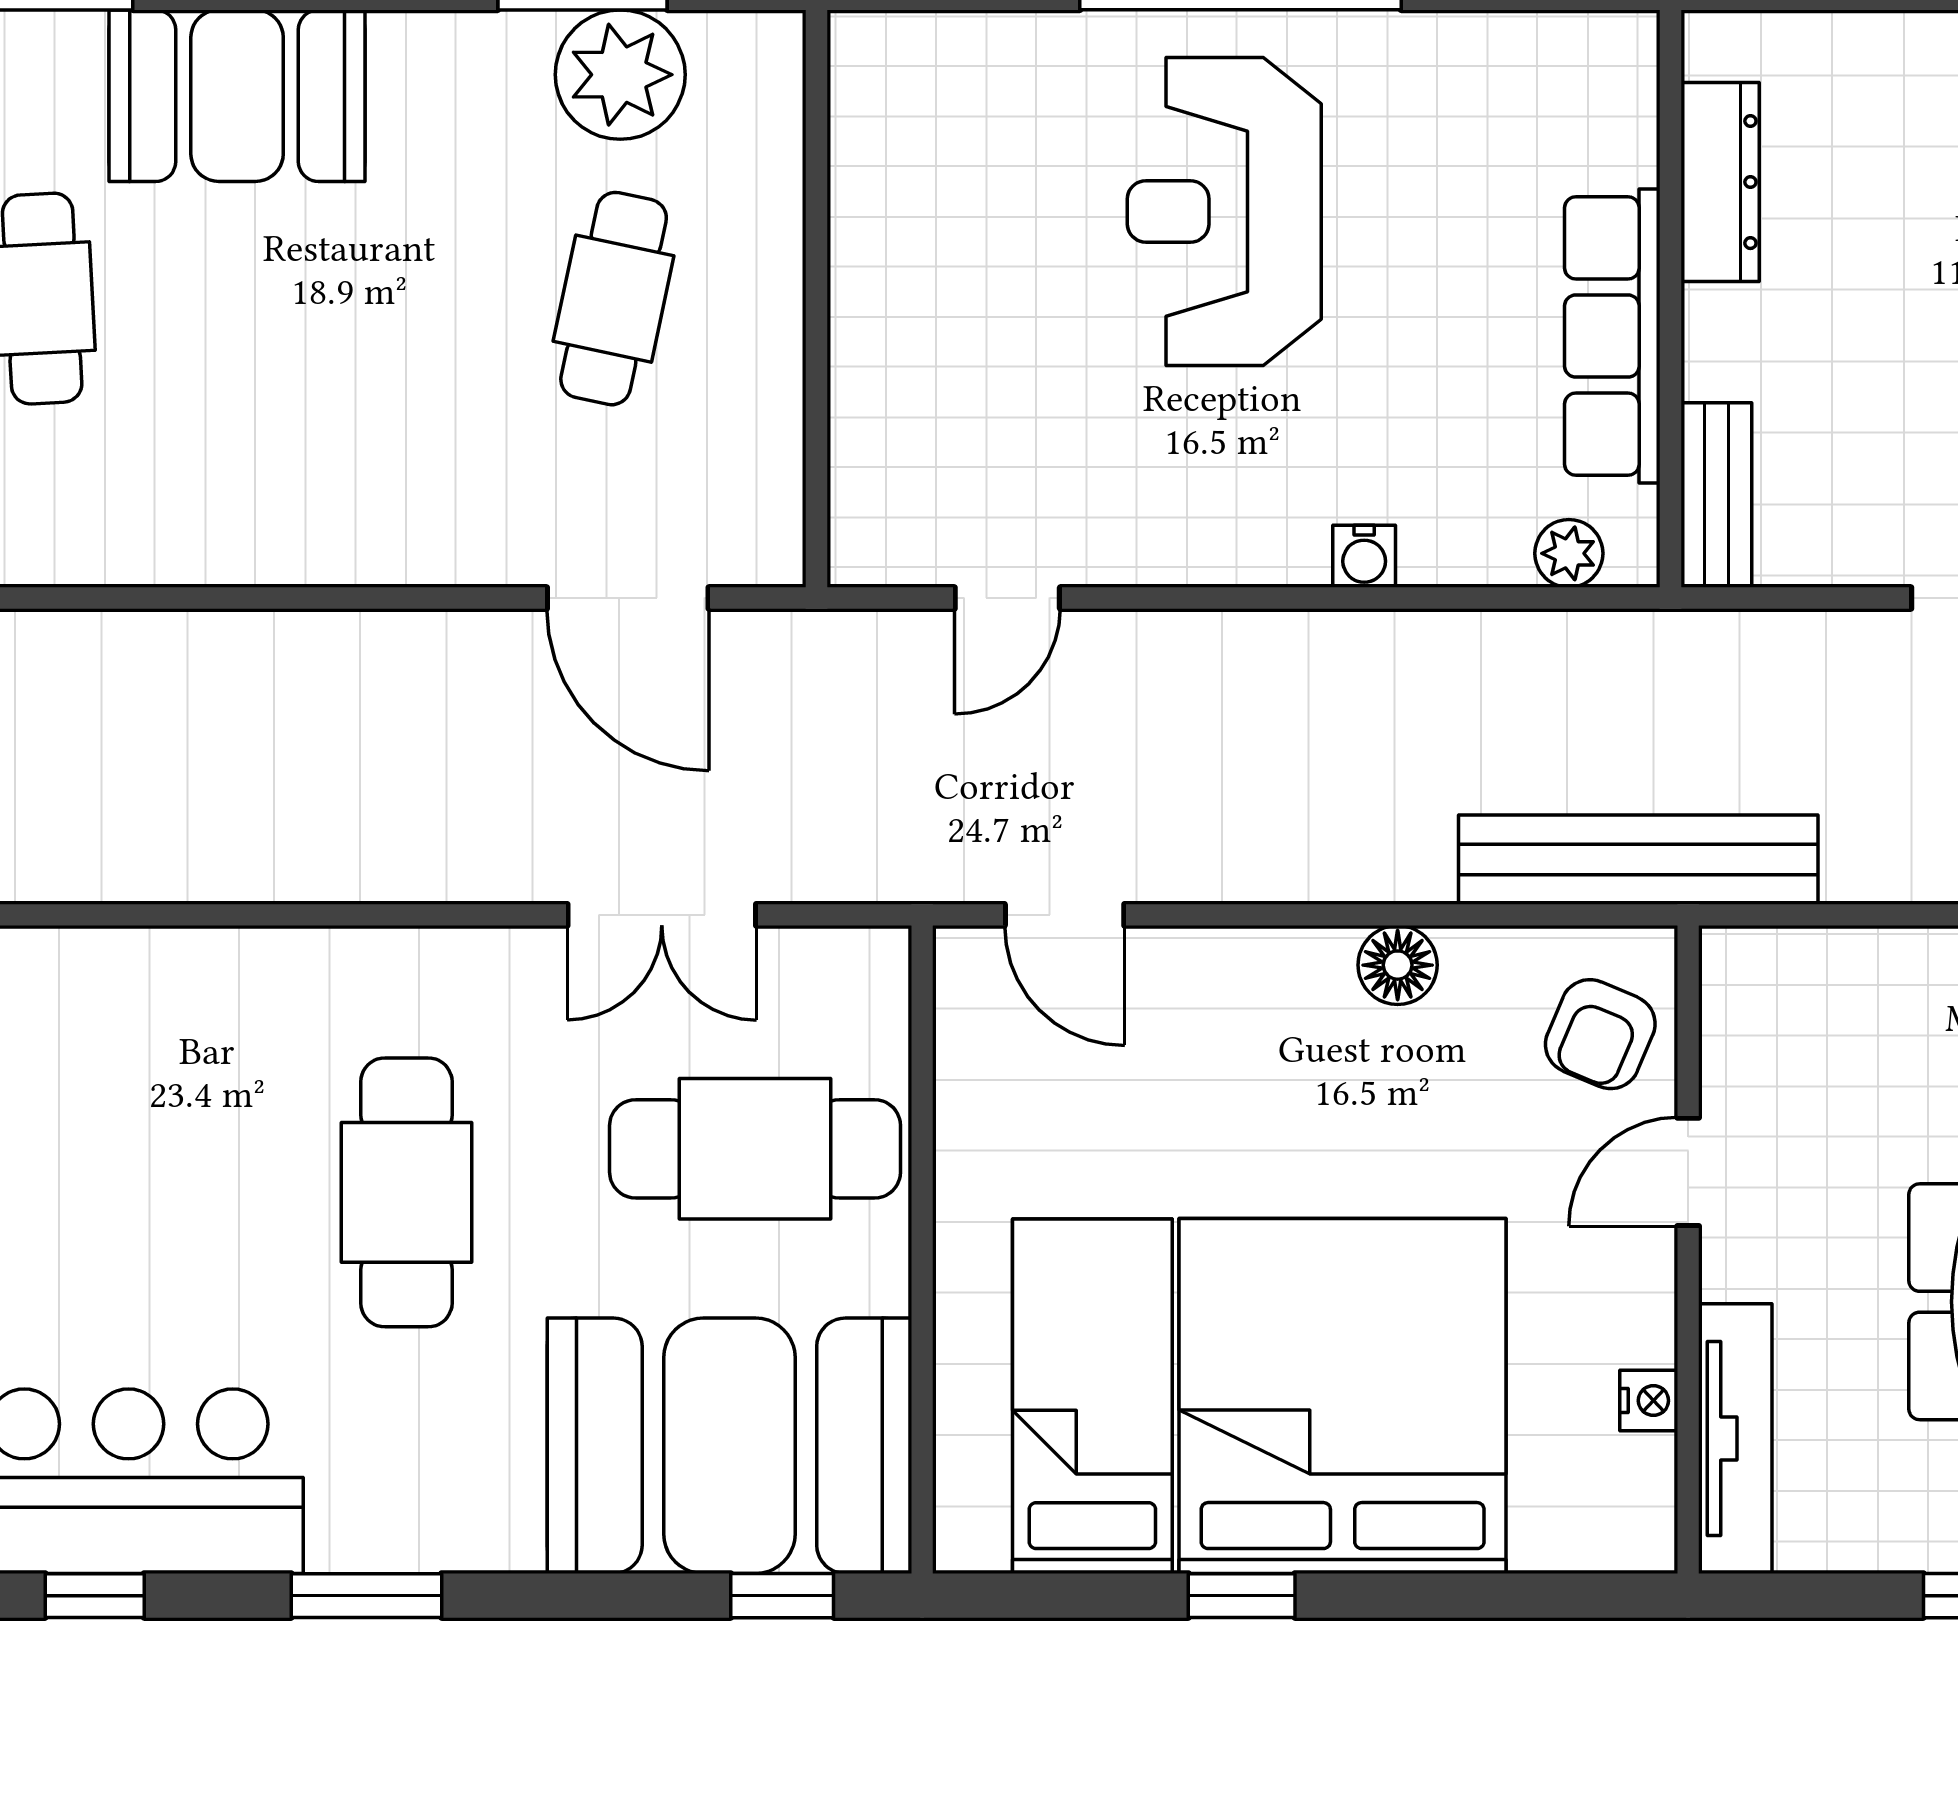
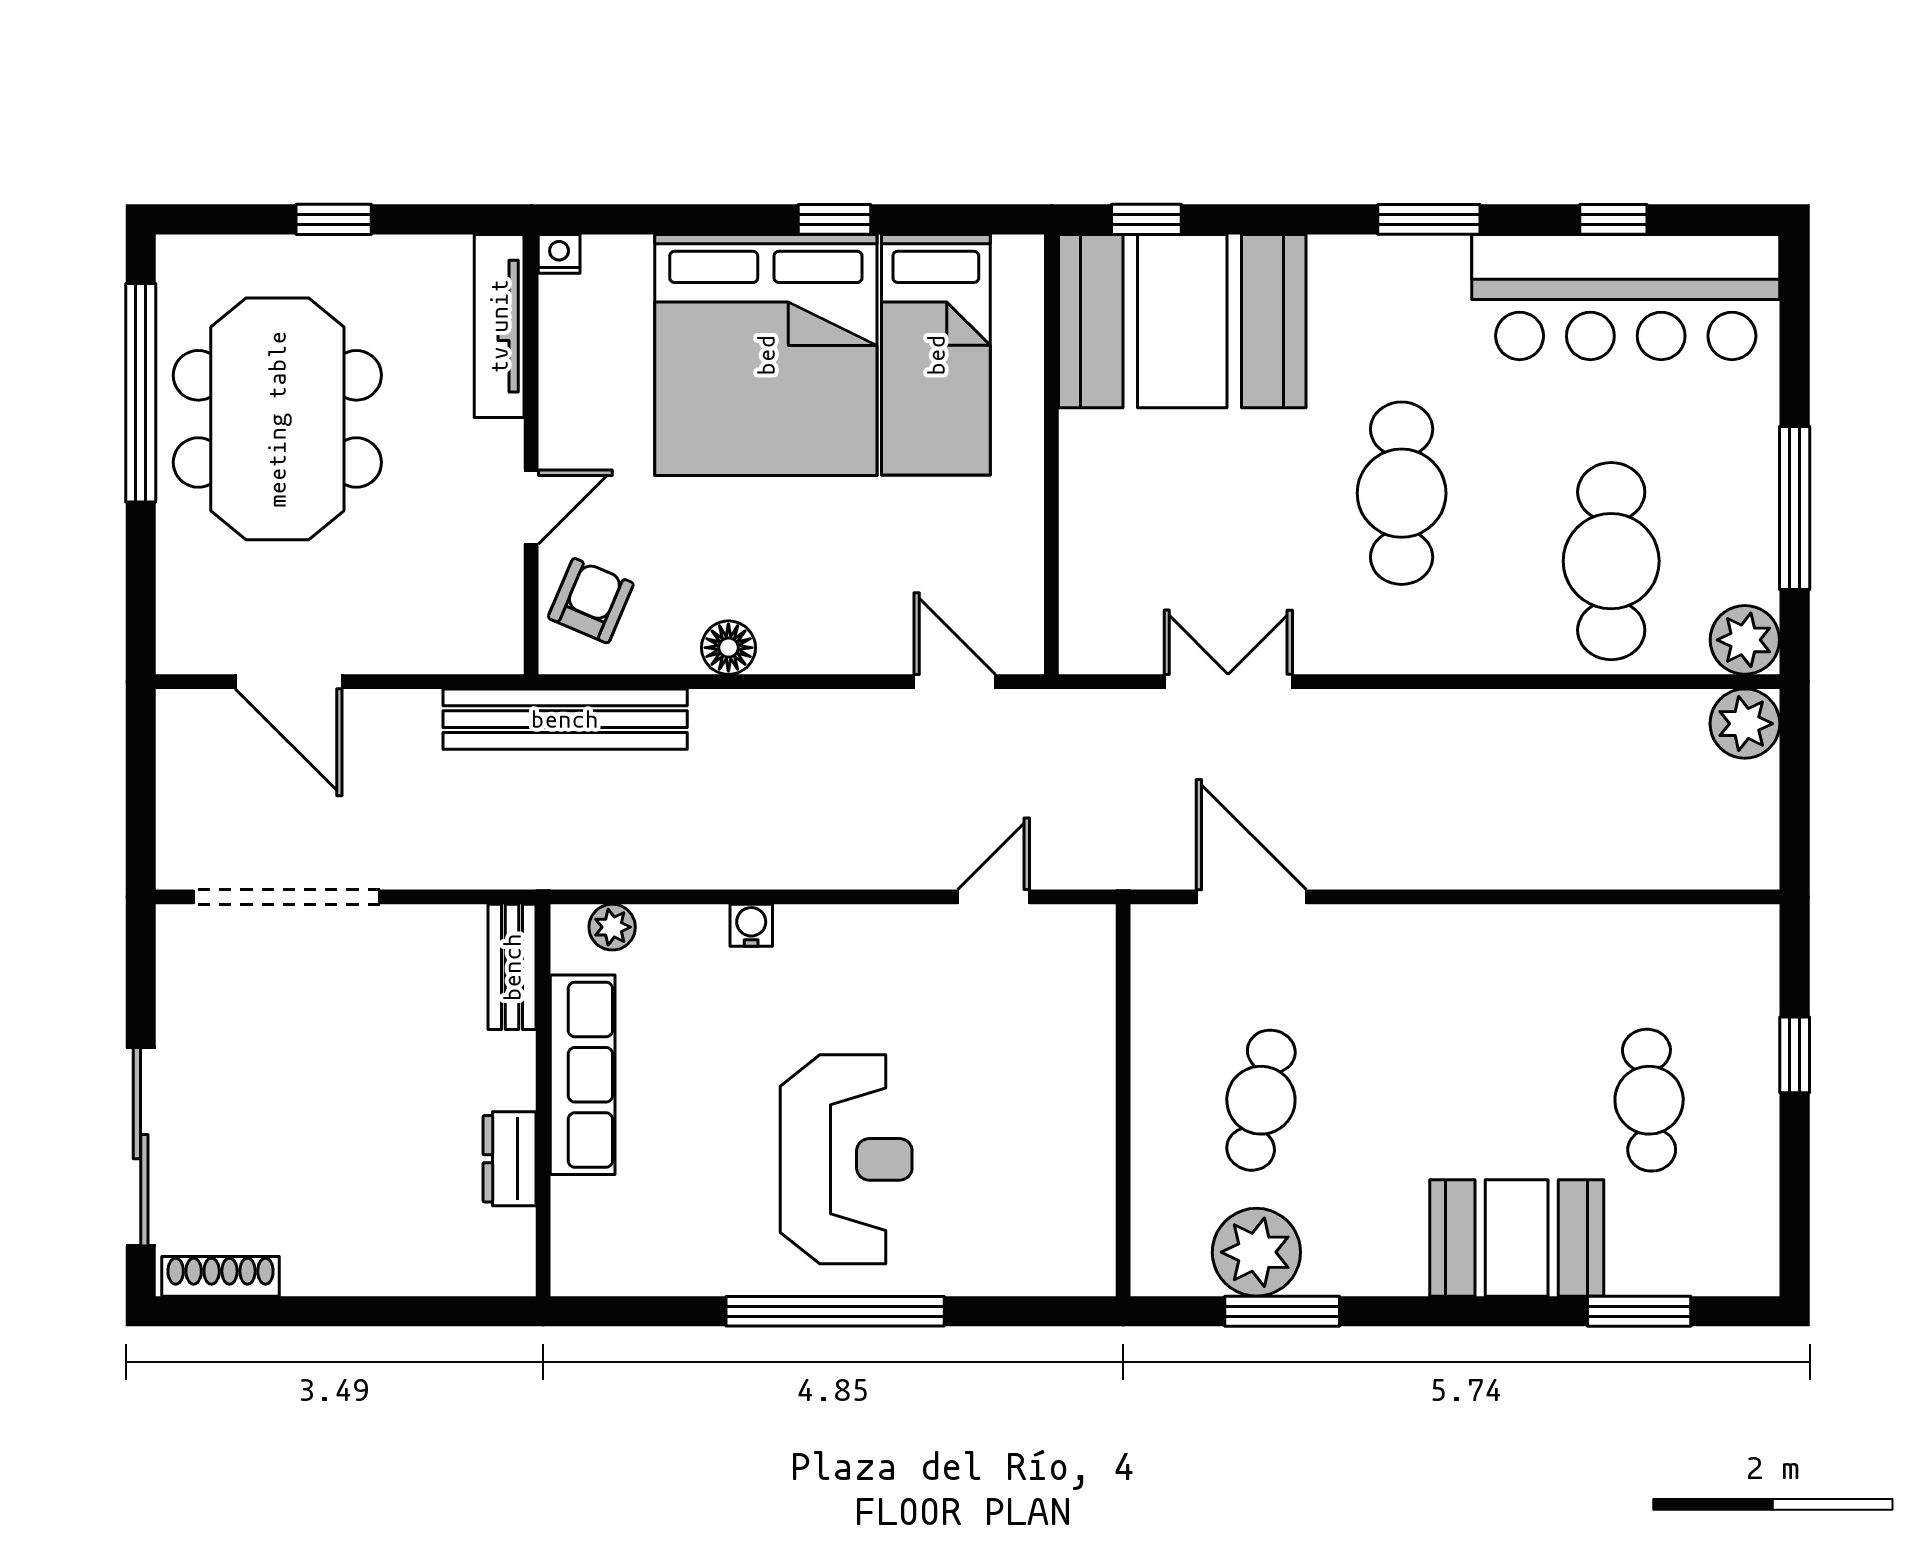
dresser: (1720, 182) -> (509, 1159), width x0.70
cafe table: (755, 1149) -> (1611, 561), moved, turned 90
nightstand: (1649, 1401) -> (559, 254), moved, turned 90

